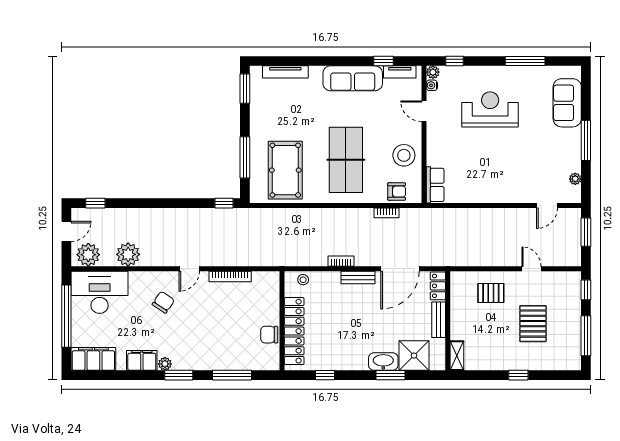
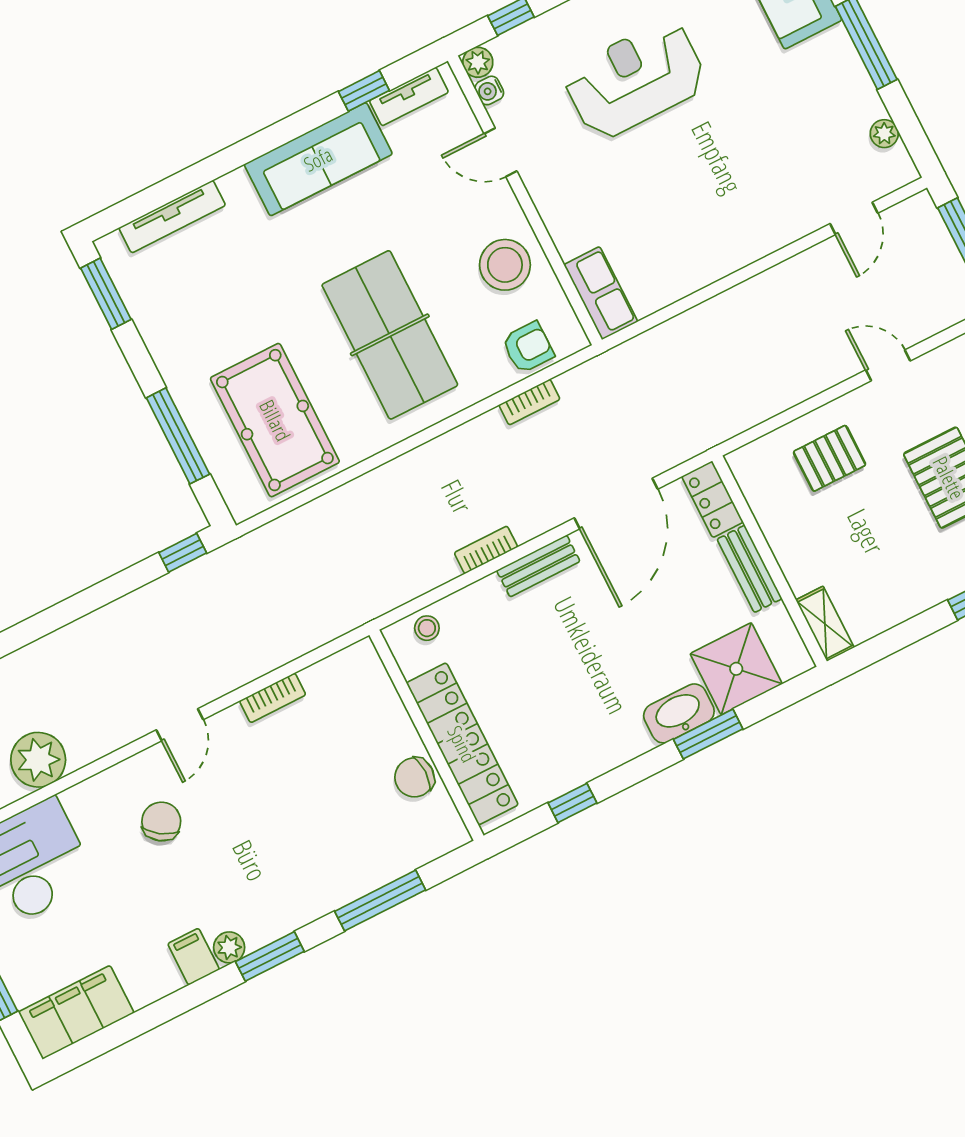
bookcase: (230, 276) -> (273, 698), width x0.64
filing cabinet: (142, 360) -> (194, 957), width x0.50

